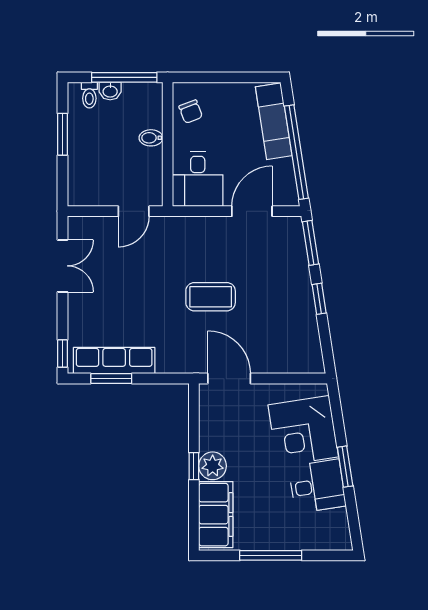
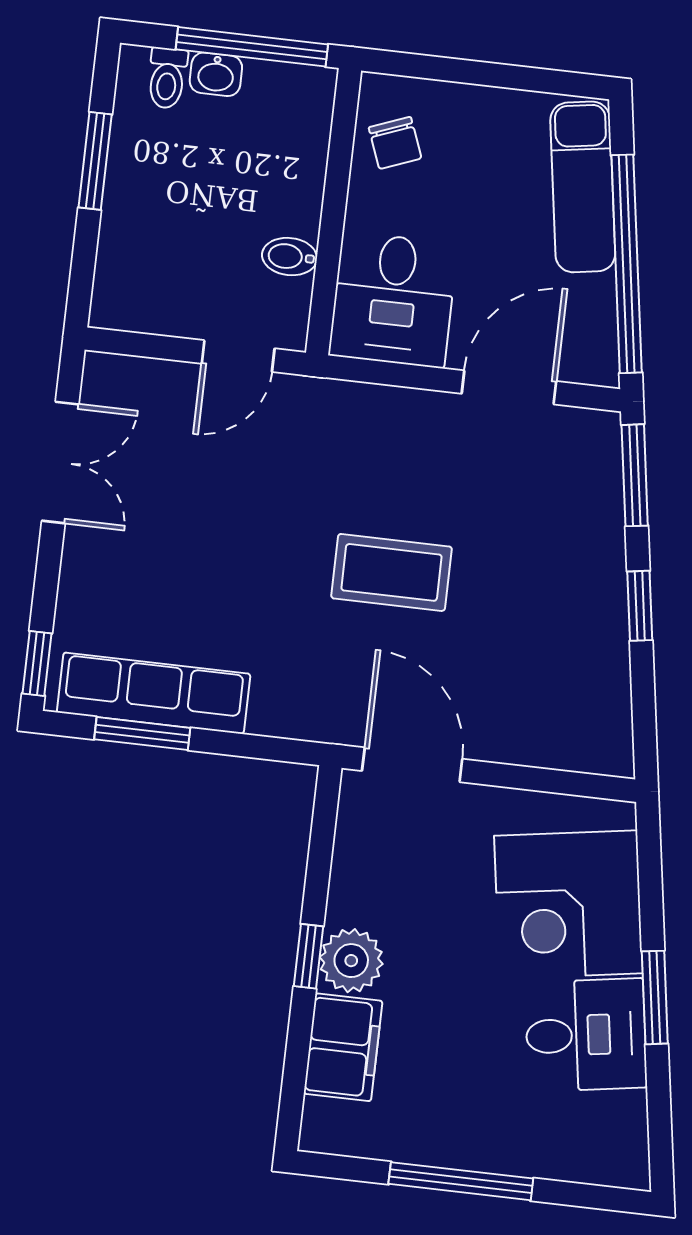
bidet: (151, 138) -> (290, 257), moved
filing cabinet: (216, 515) -> (343, 1047), width x0.67, depth x0.86

